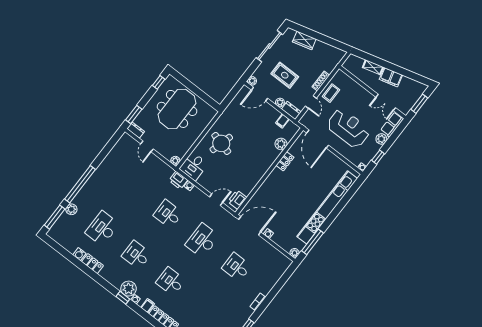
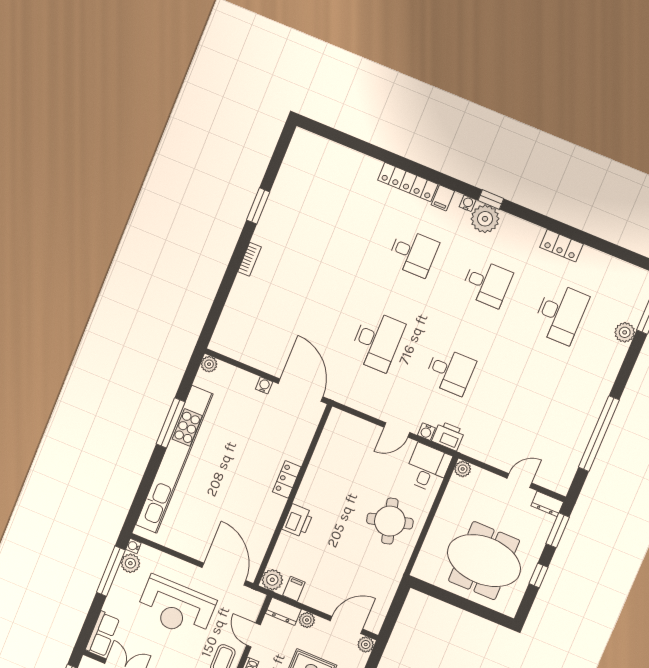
window: (159, 82) -> (538, 575), moved
meeting table: (177, 109) -> (484, 561), turned 90
plant: (381, 139) -> (130, 563), moved
round table: (221, 143) -> (390, 521), turned -30
plant: (281, 144) -> (272, 580), moved
door: (147, 146) -> (519, 481), hinge flipped
window: (378, 157) -> (111, 571), width x2.17
locker: (285, 161) -> (287, 479), moved
window: (80, 184) -> (599, 434), moved
door: (216, 200) -> (397, 430), moved
printer: (237, 200) -> (298, 521), moved
door: (250, 226) -> (301, 390), swing flipped
window: (313, 242) -> (171, 423), moved
water cooler: (79, 254) -> (589, 256), removed
desk: (237, 267) -> (304, 311), removed

